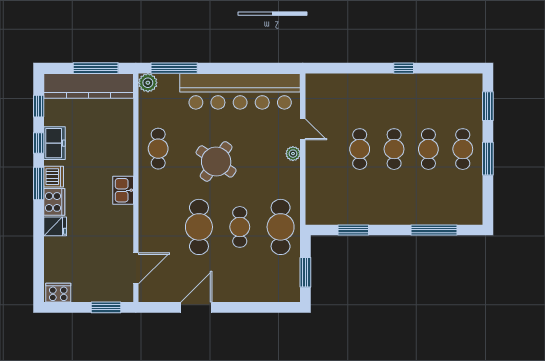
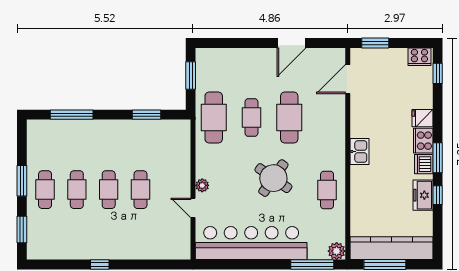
window: (39, 106) -> (438, 73), moved

